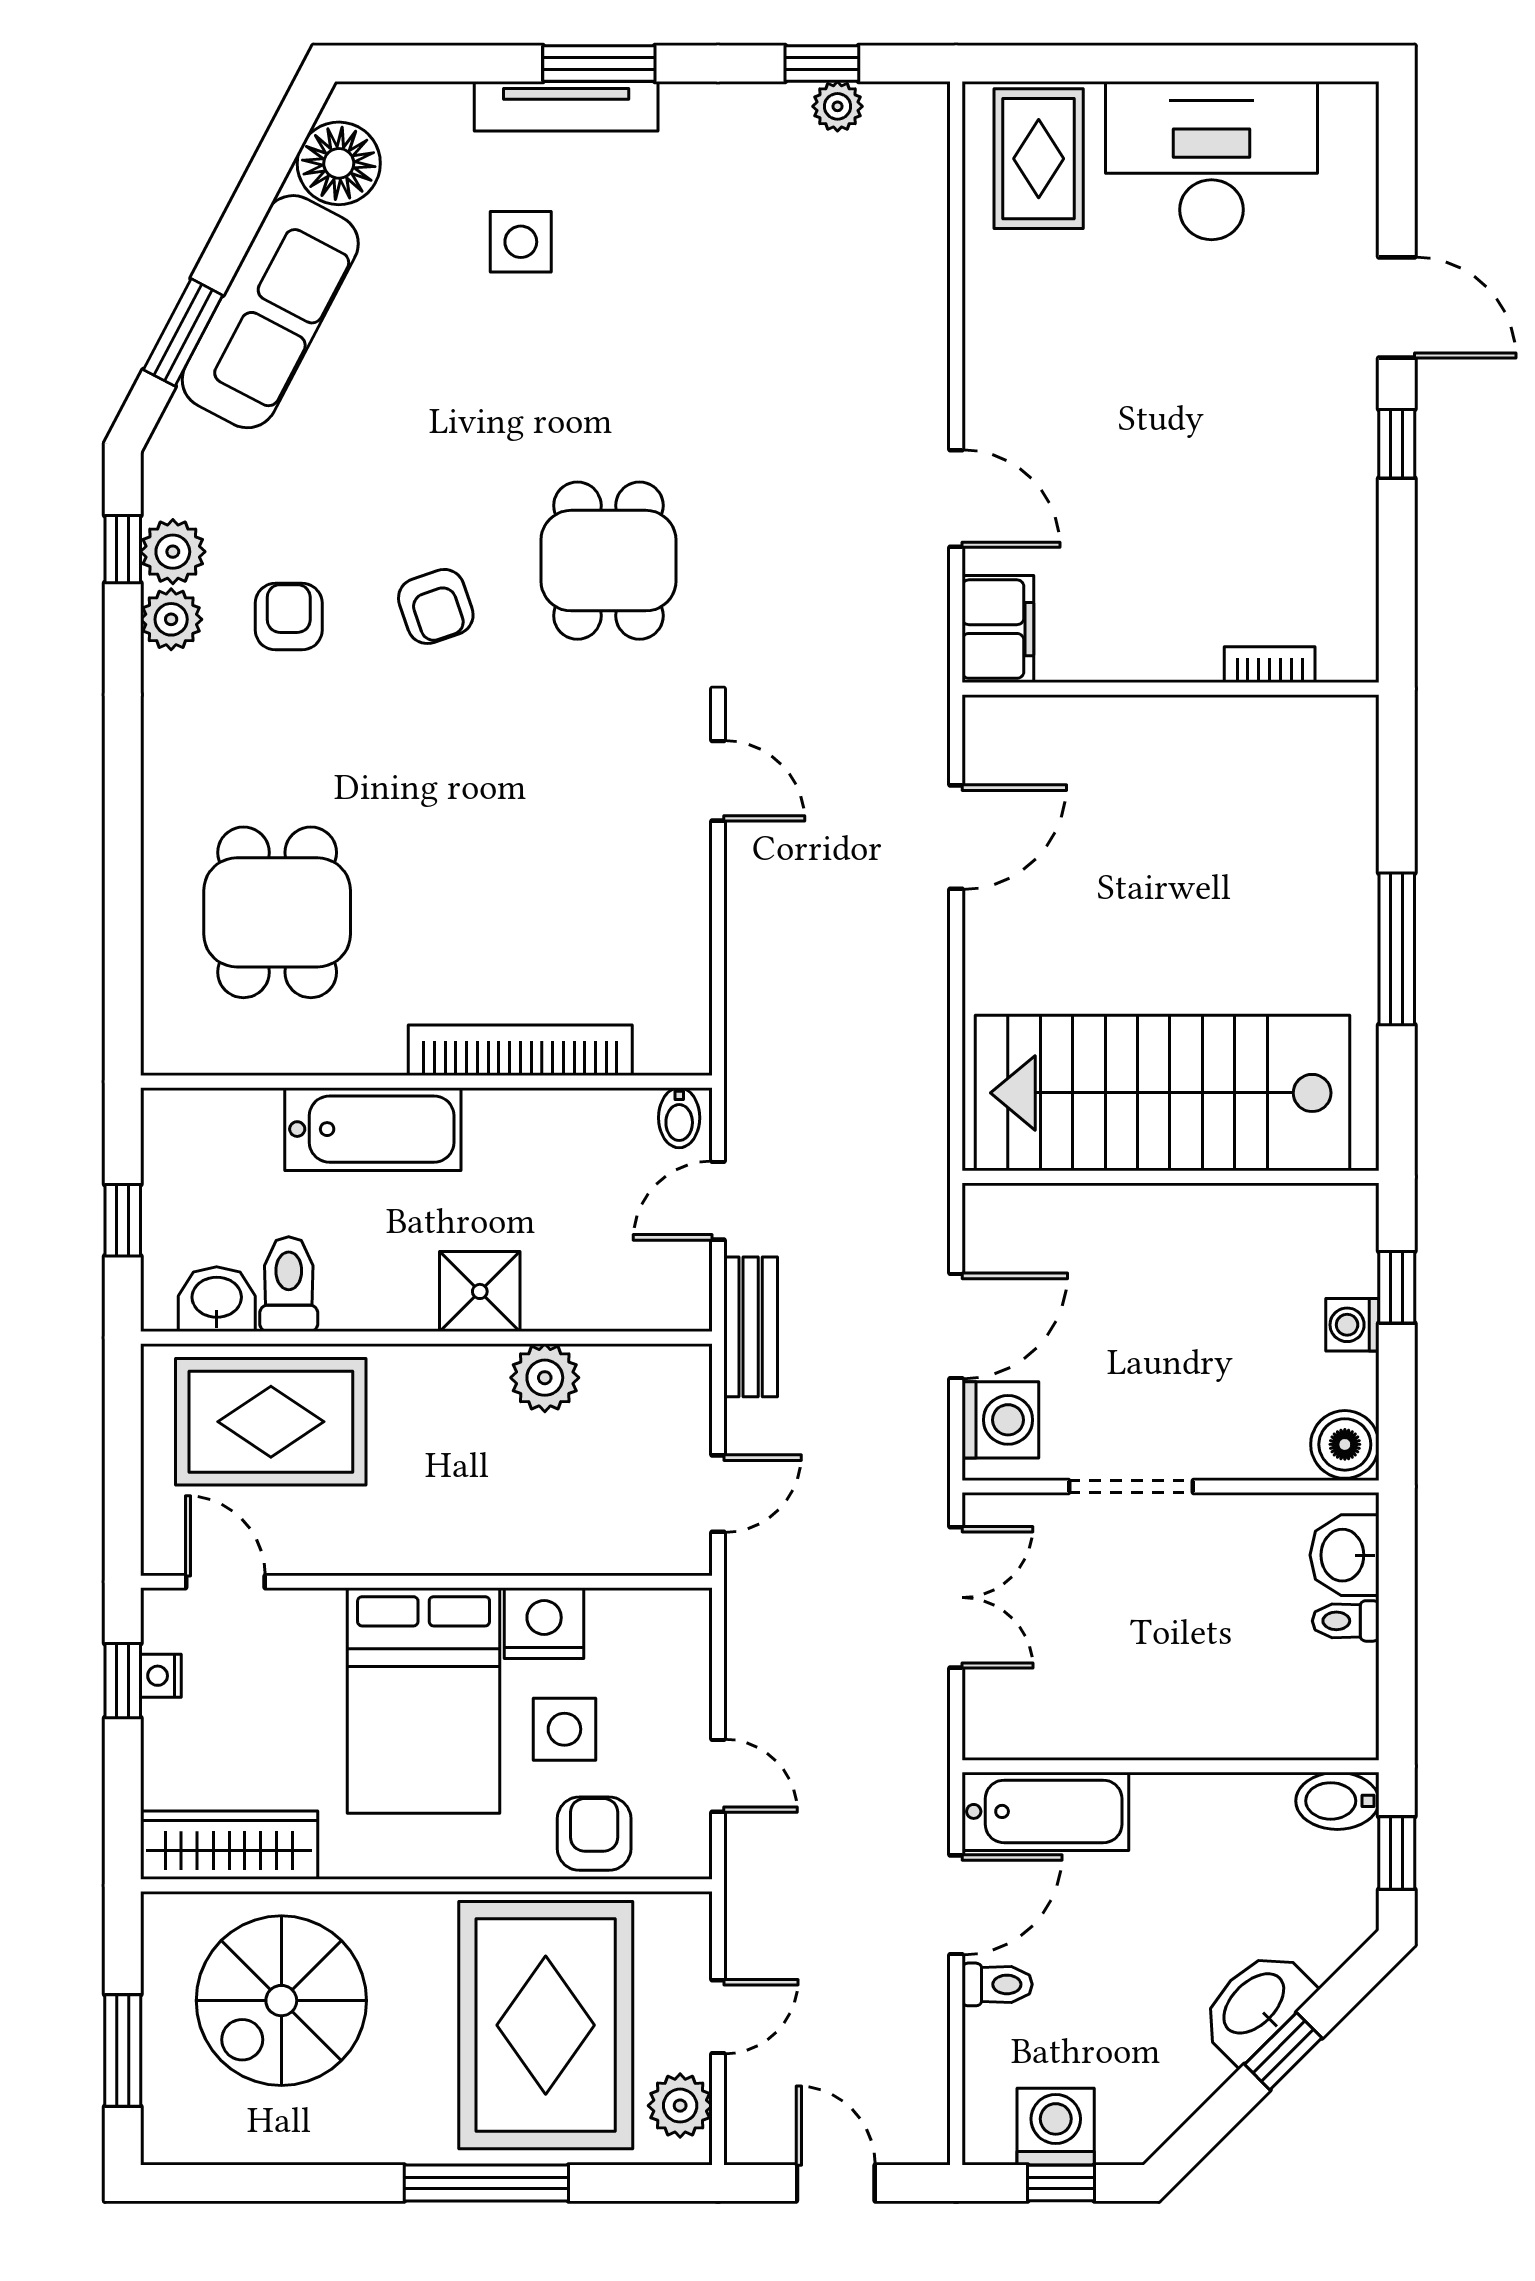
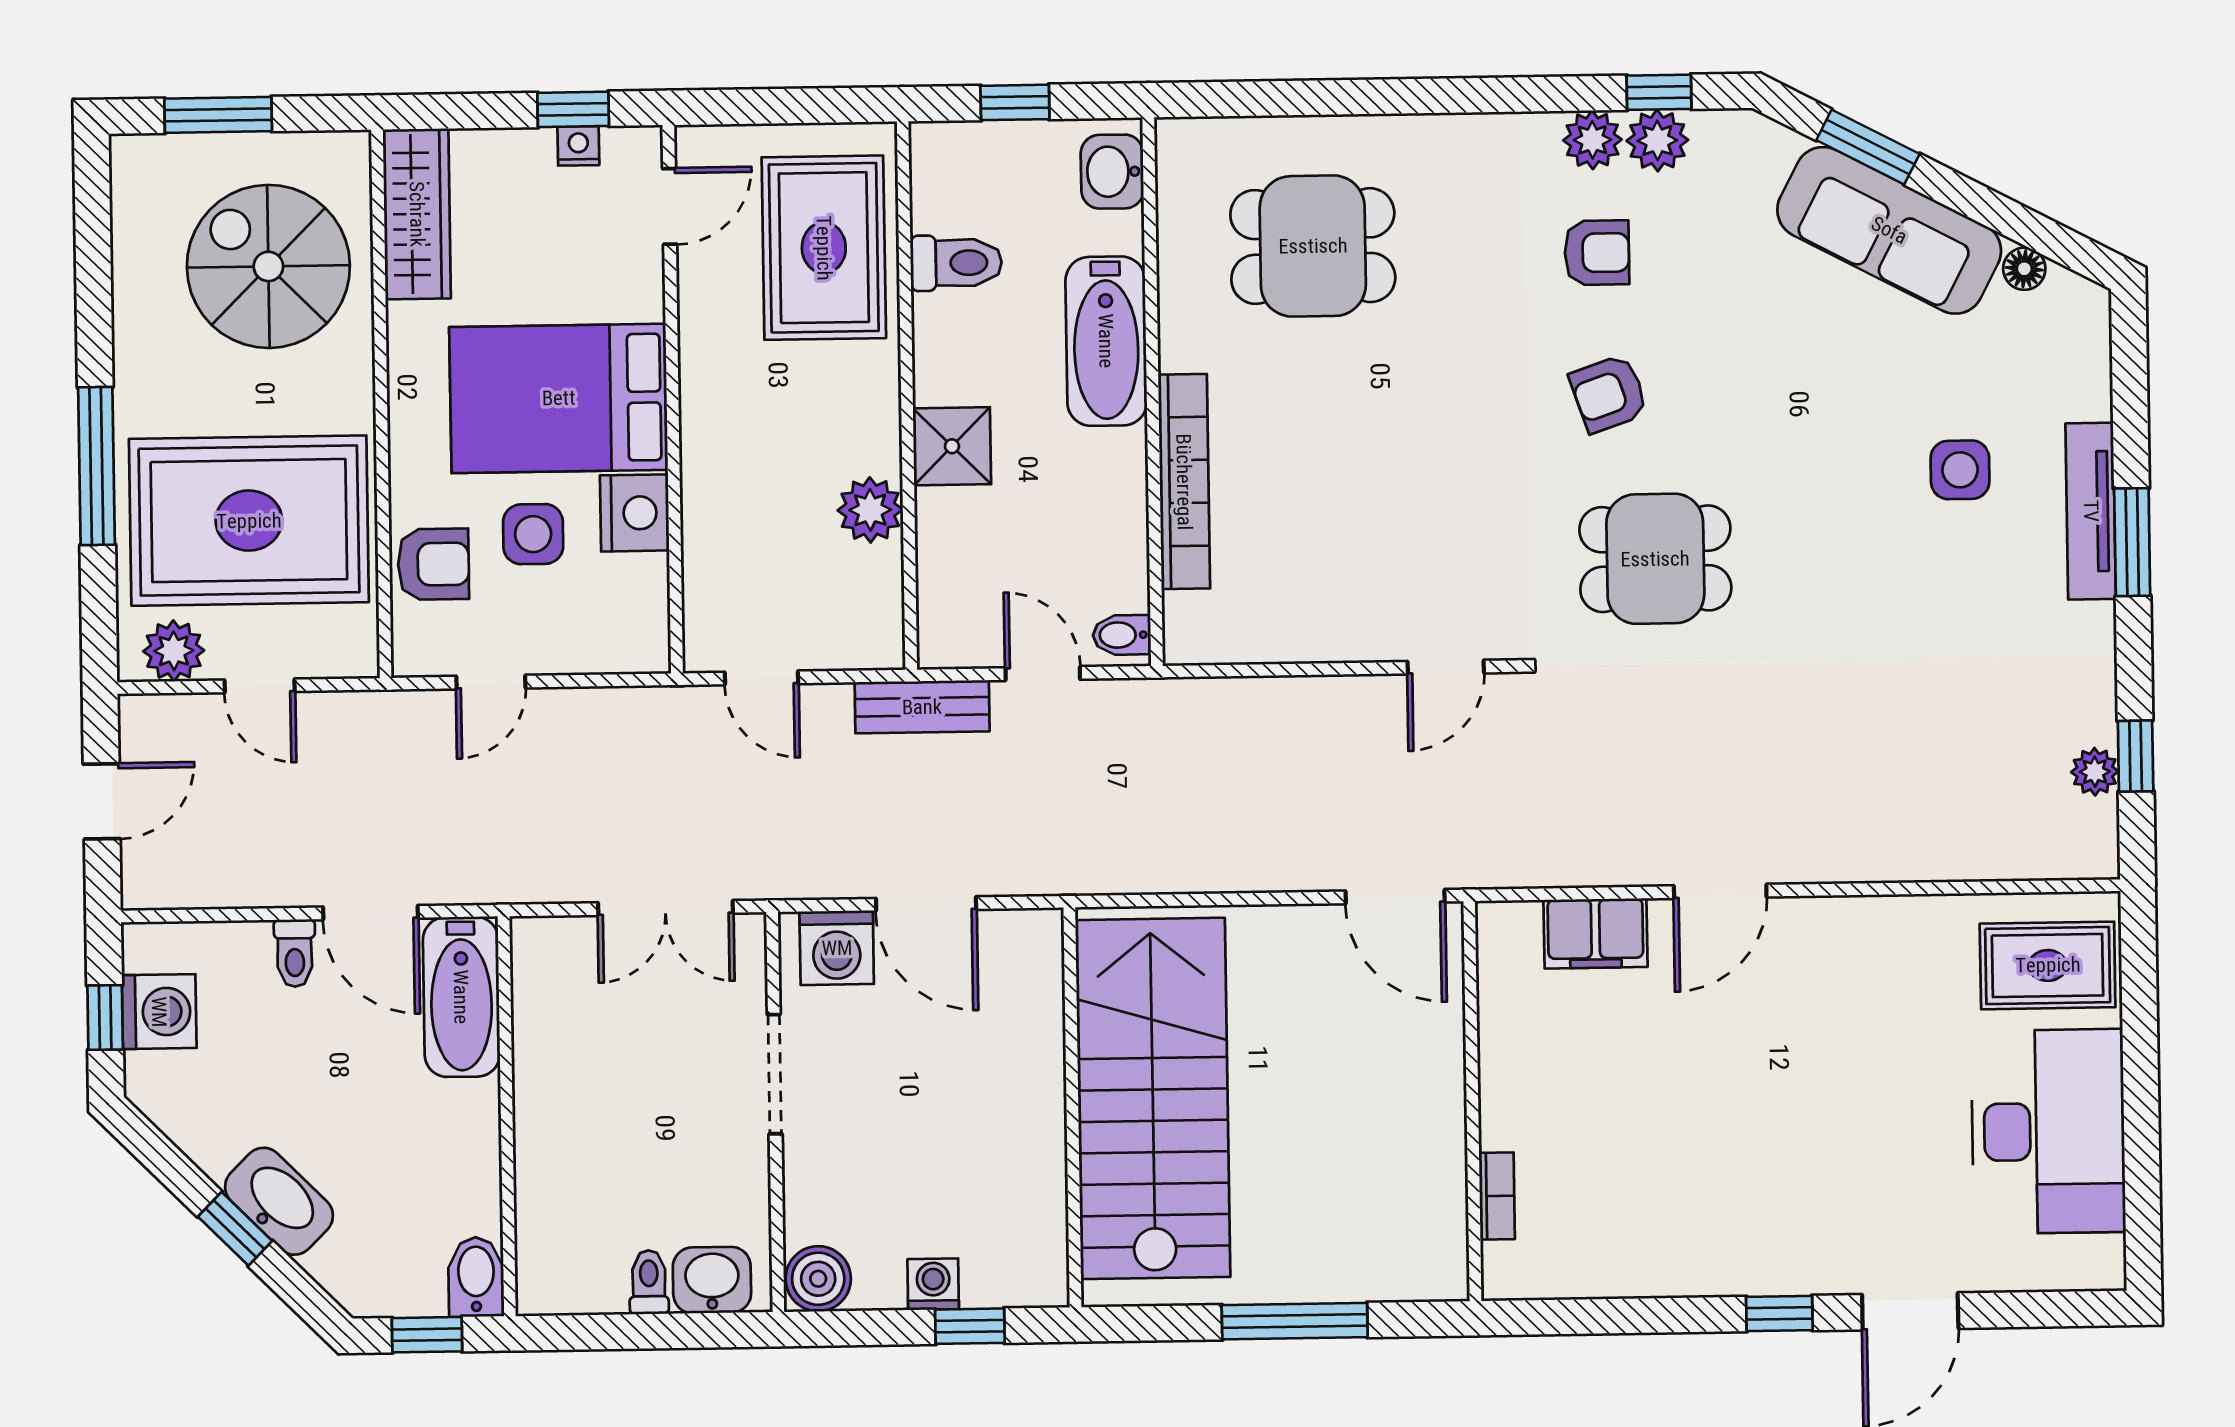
floor lamp: (339, 163) -> (2024, 269), width x0.53, depth x0.53
bookcase: (1270, 665) -> (1497, 1196), moved
wall: (1170, 689) -> (1472, 1101), moved
washbasin: (217, 1299) -> (1112, 172), moved, turned 180

